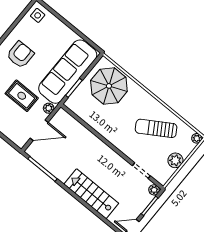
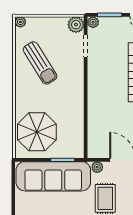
plant: (175, 160) -> (76, 25), moved

